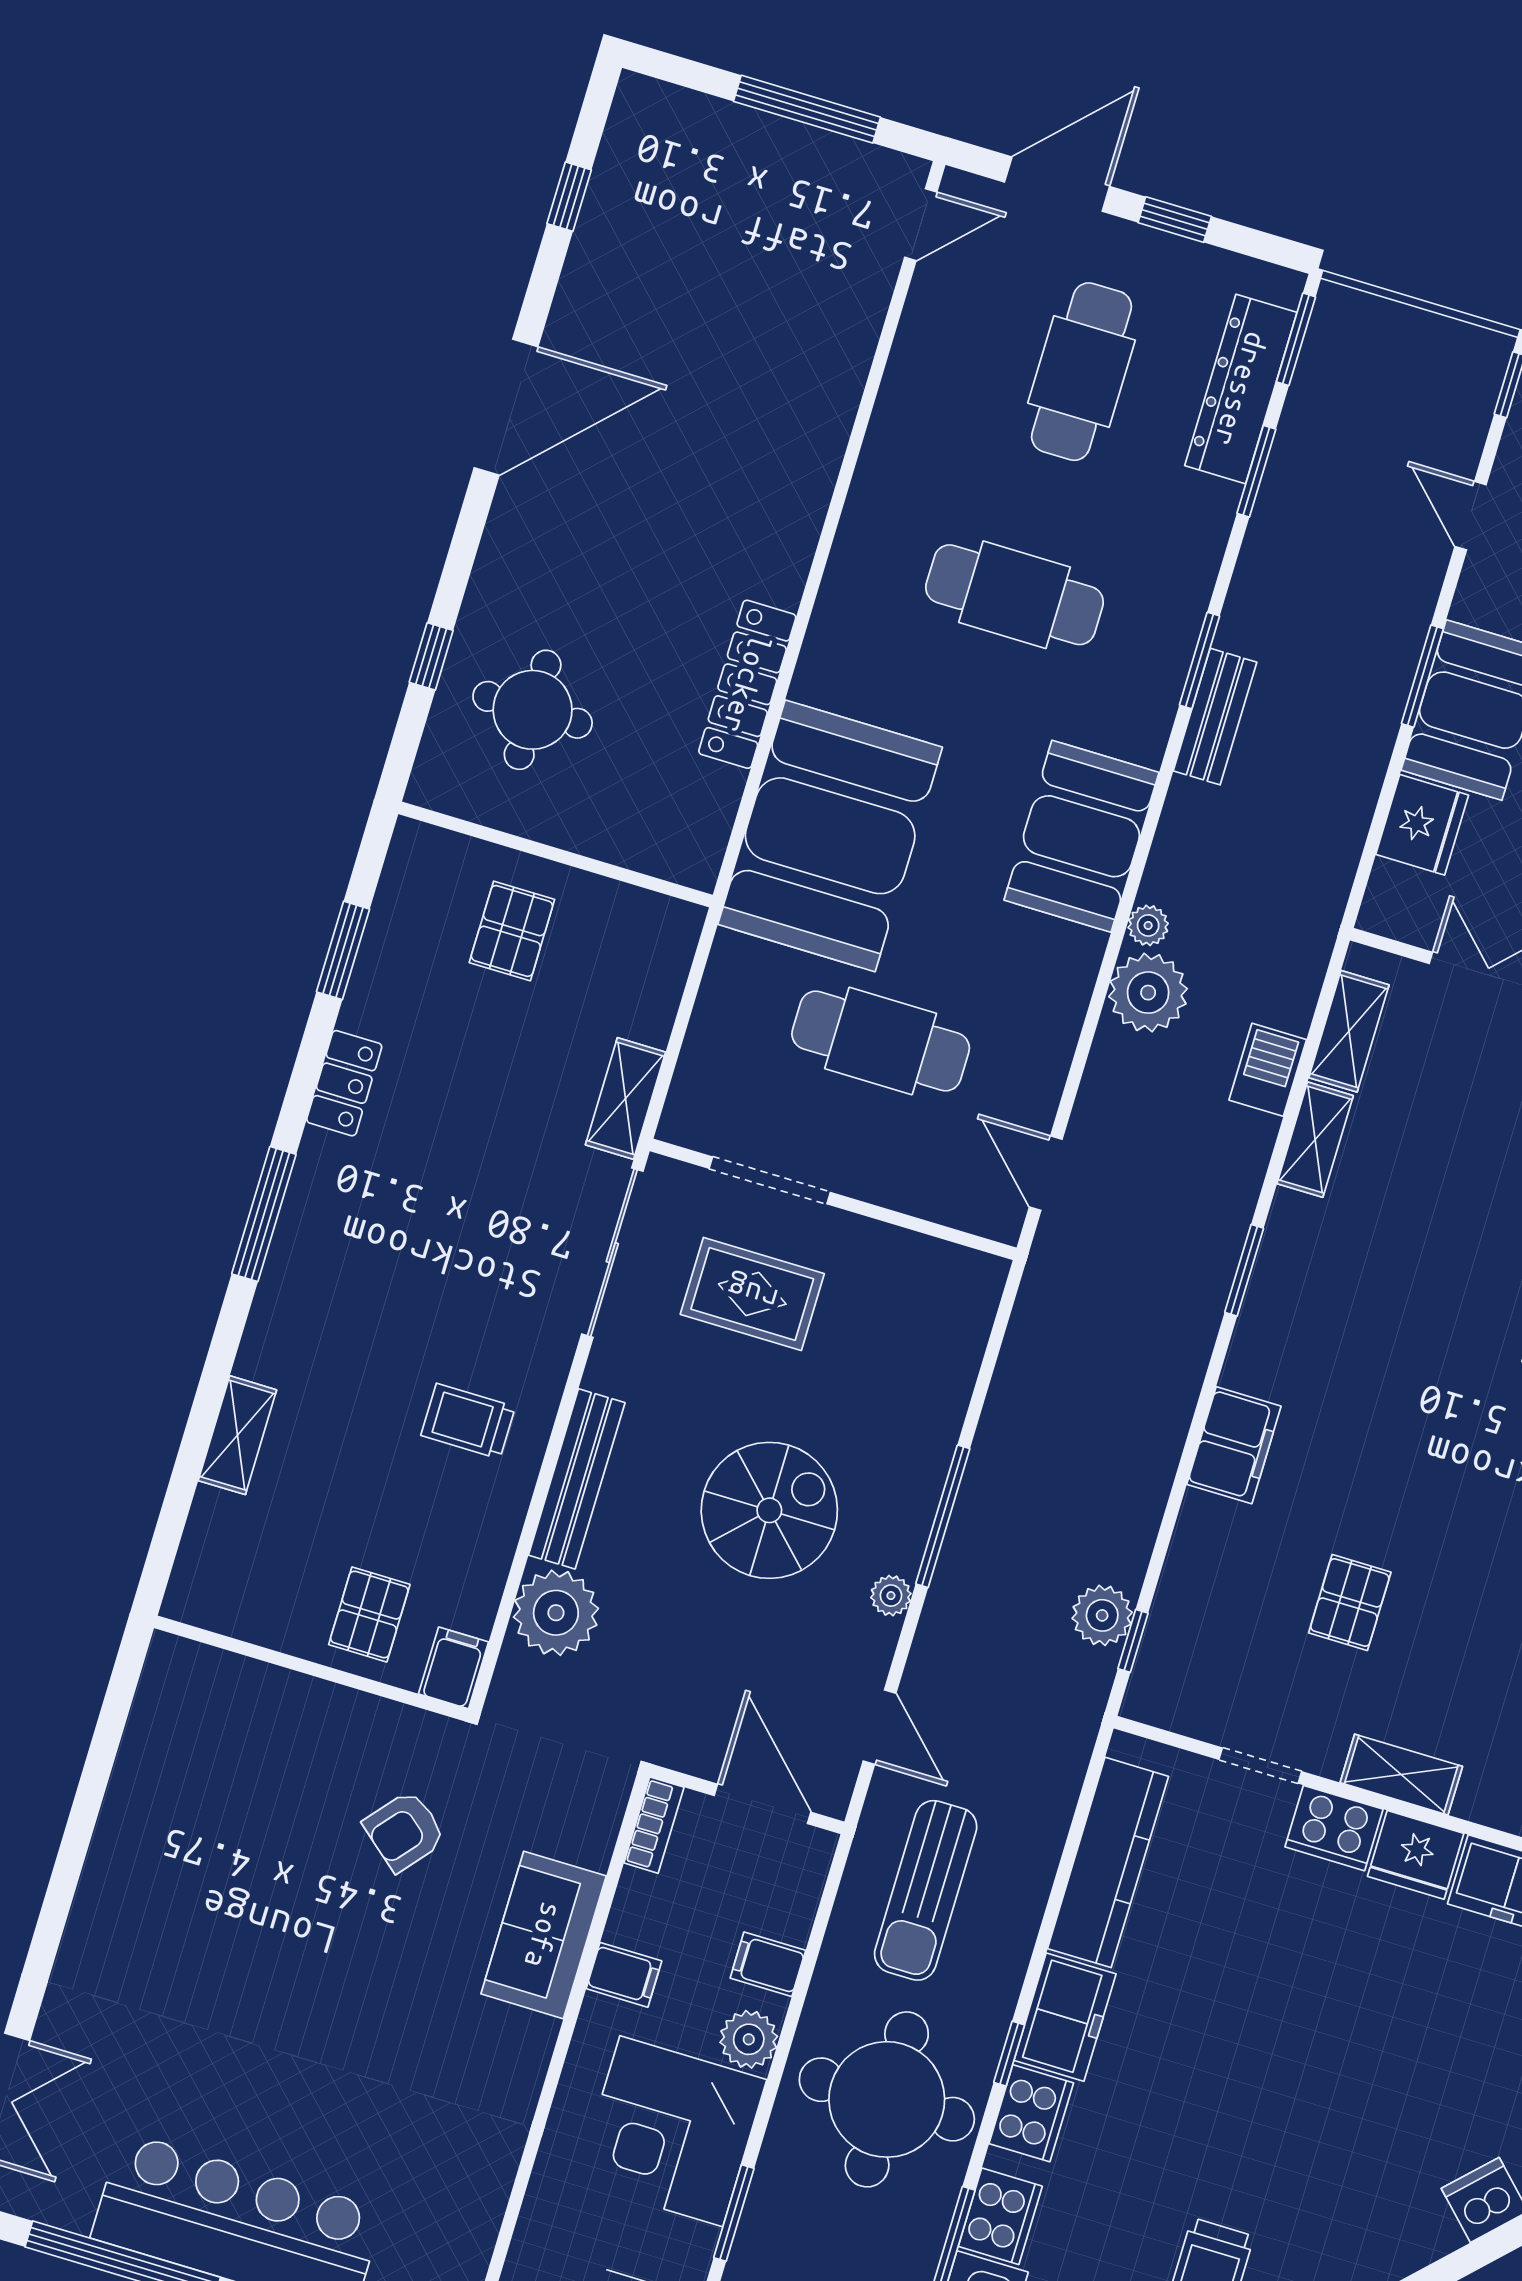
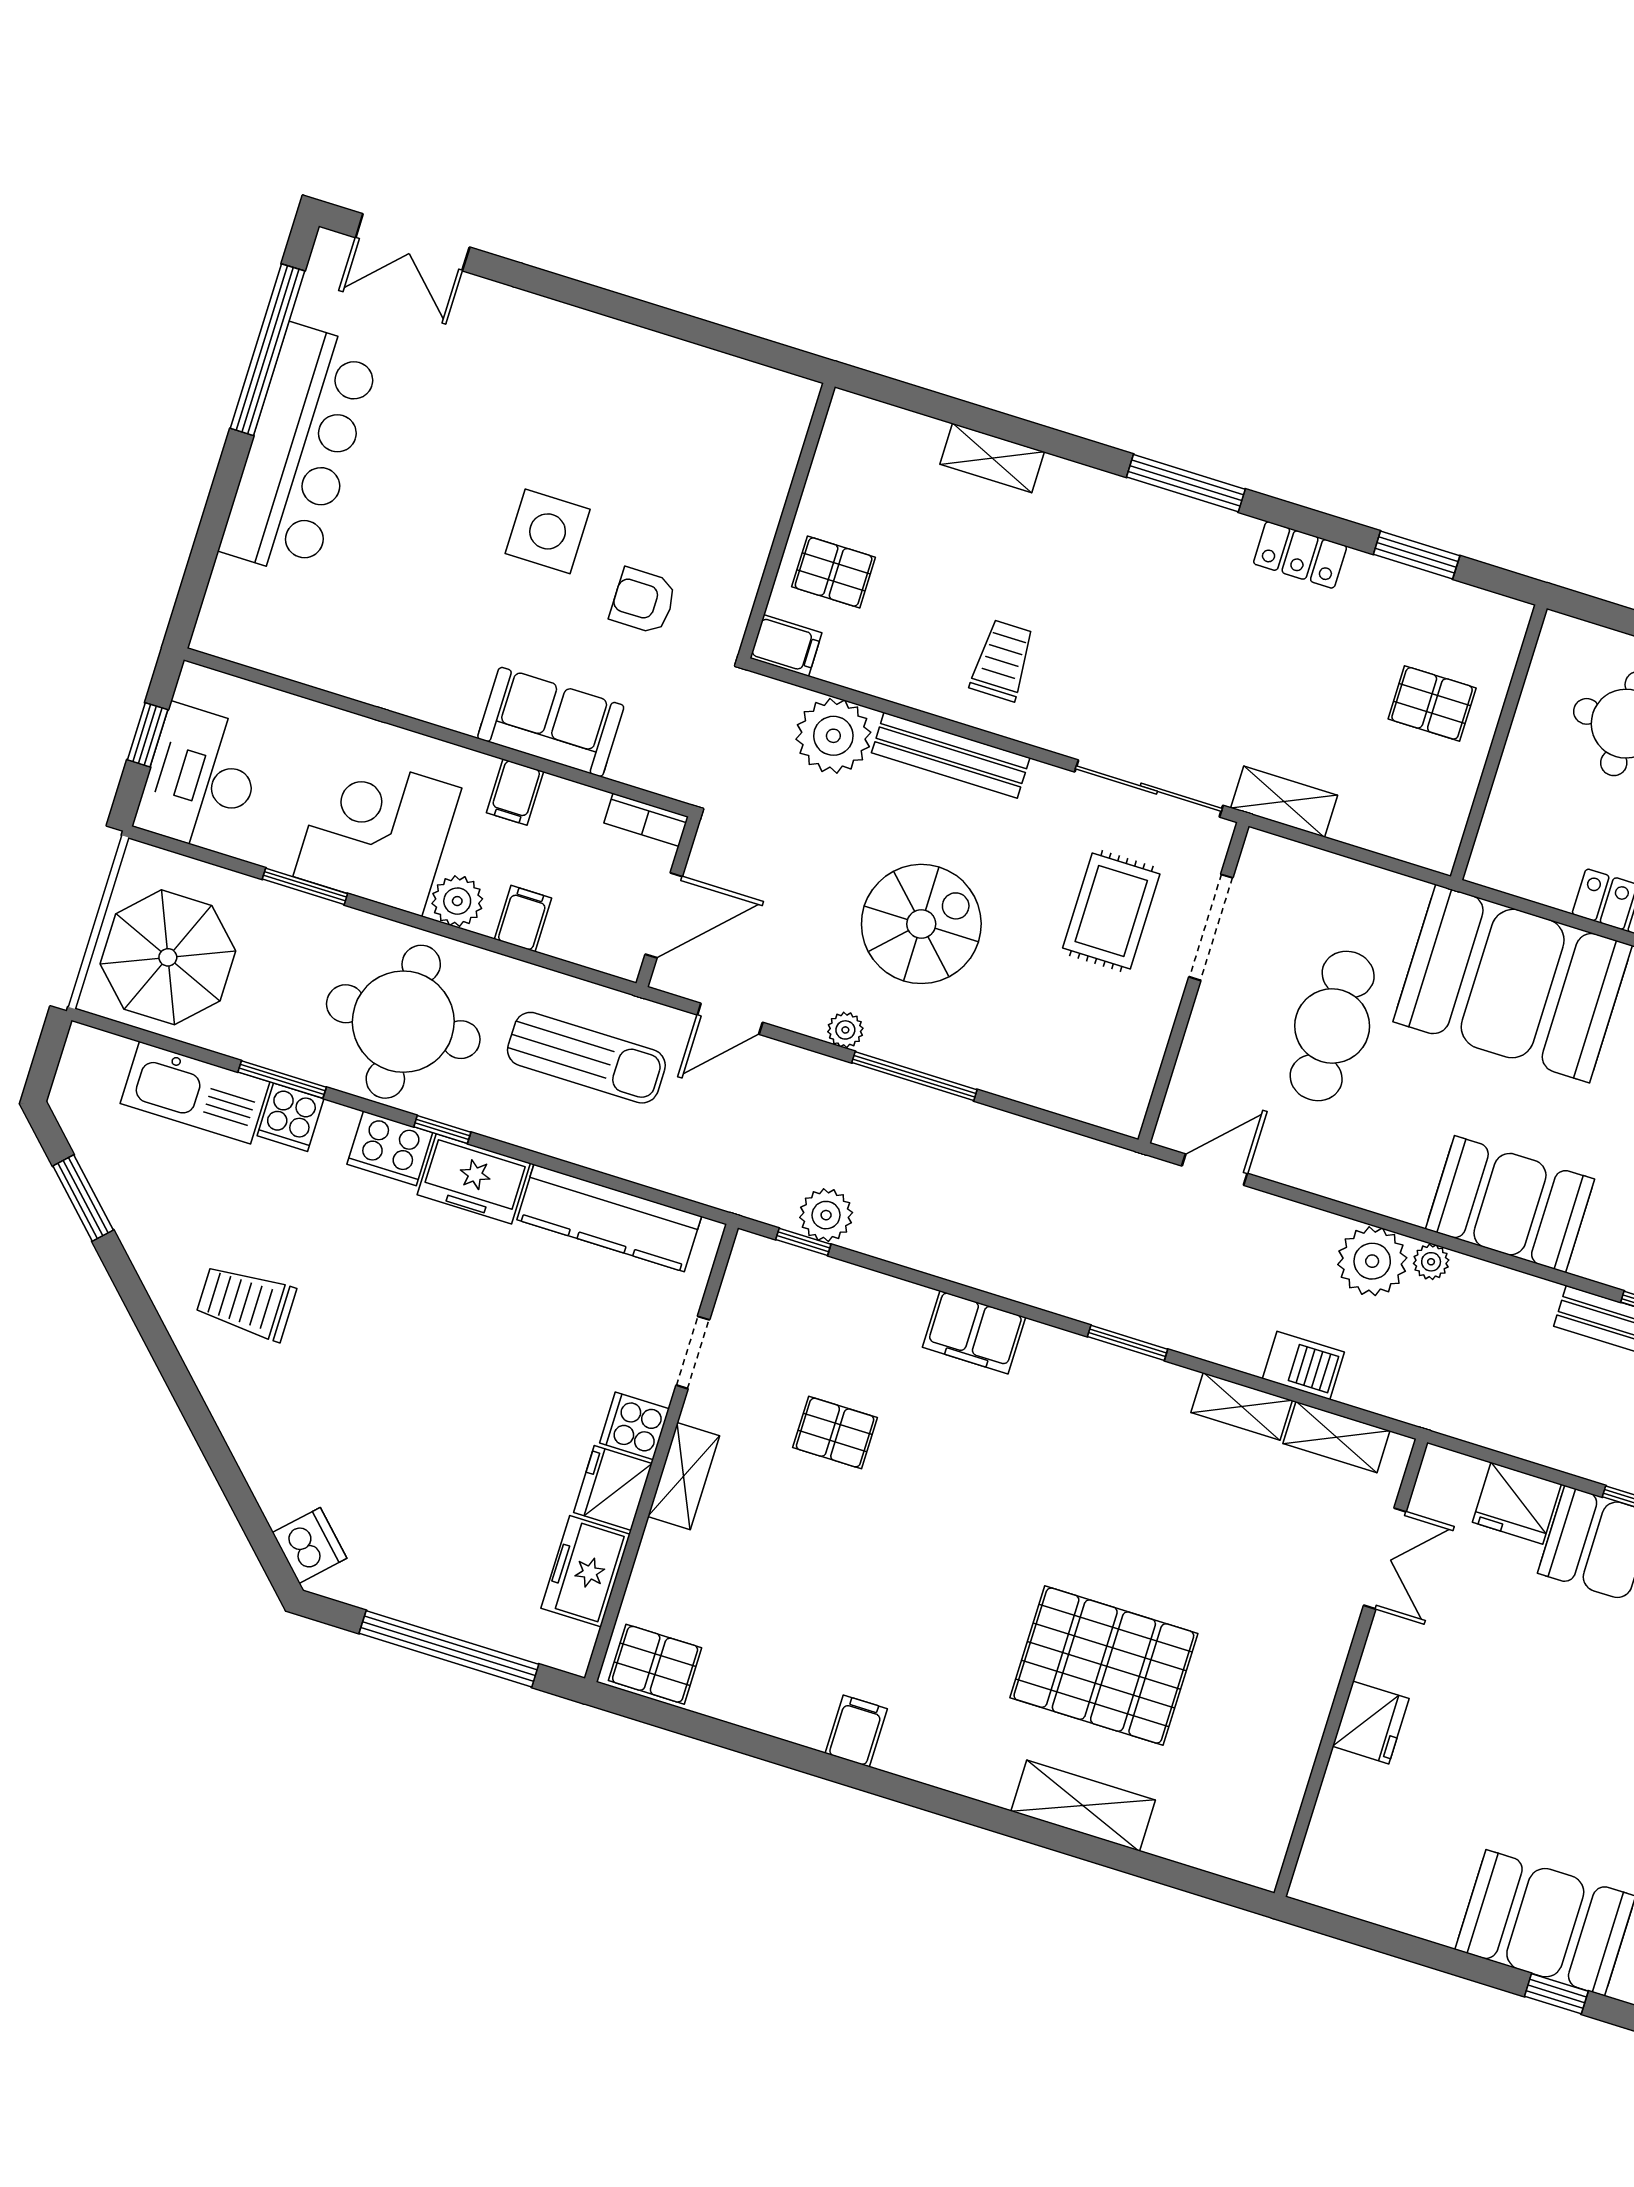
spiral stairs: (769, 1510) -> (921, 924), turned -90
cooker: (1334, 1828) -> (634, 1426), width x0.73
armchair: (404, 1831) -> (643, 601), turned -40
sun lounger: (926, 1890) -> (586, 1058), turned 180
side table: (326, 1941) -> (548, 531), added
cooker: (1000, 2216) -> (290, 1117), width x0.73

